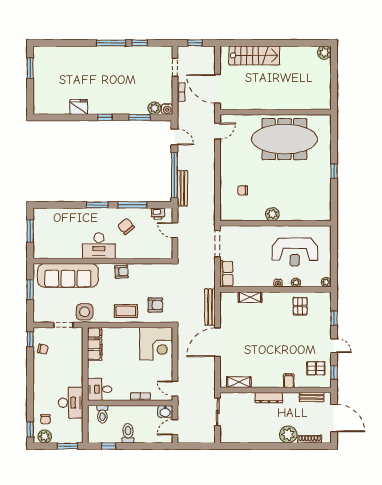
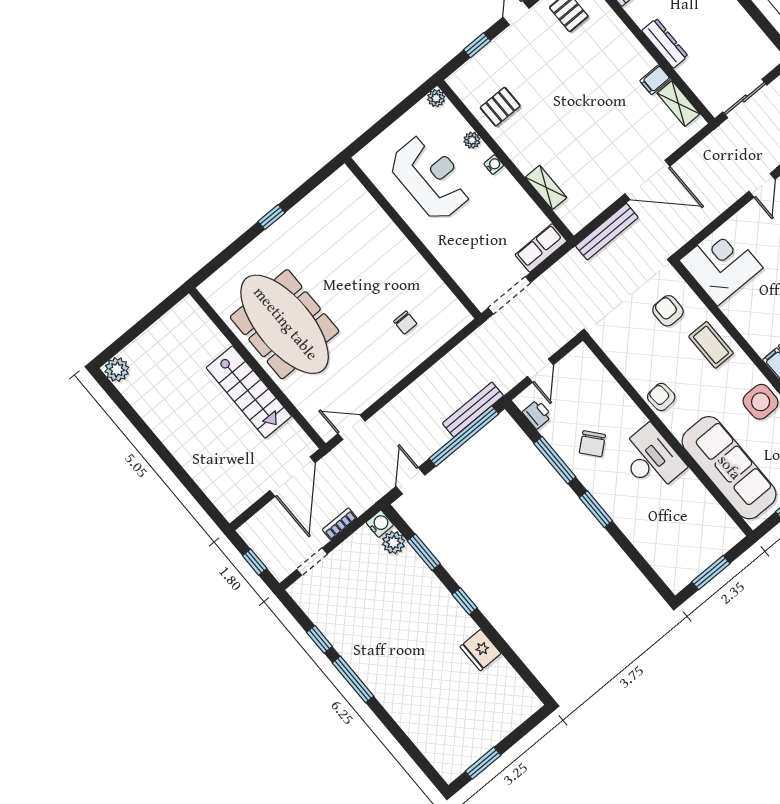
stairs: (254, 55) -> (249, 392), moved, turned 180
plant: (272, 214) -> (404, 253), removed
filing cabinet: (289, 381) -> (655, 80), moved

